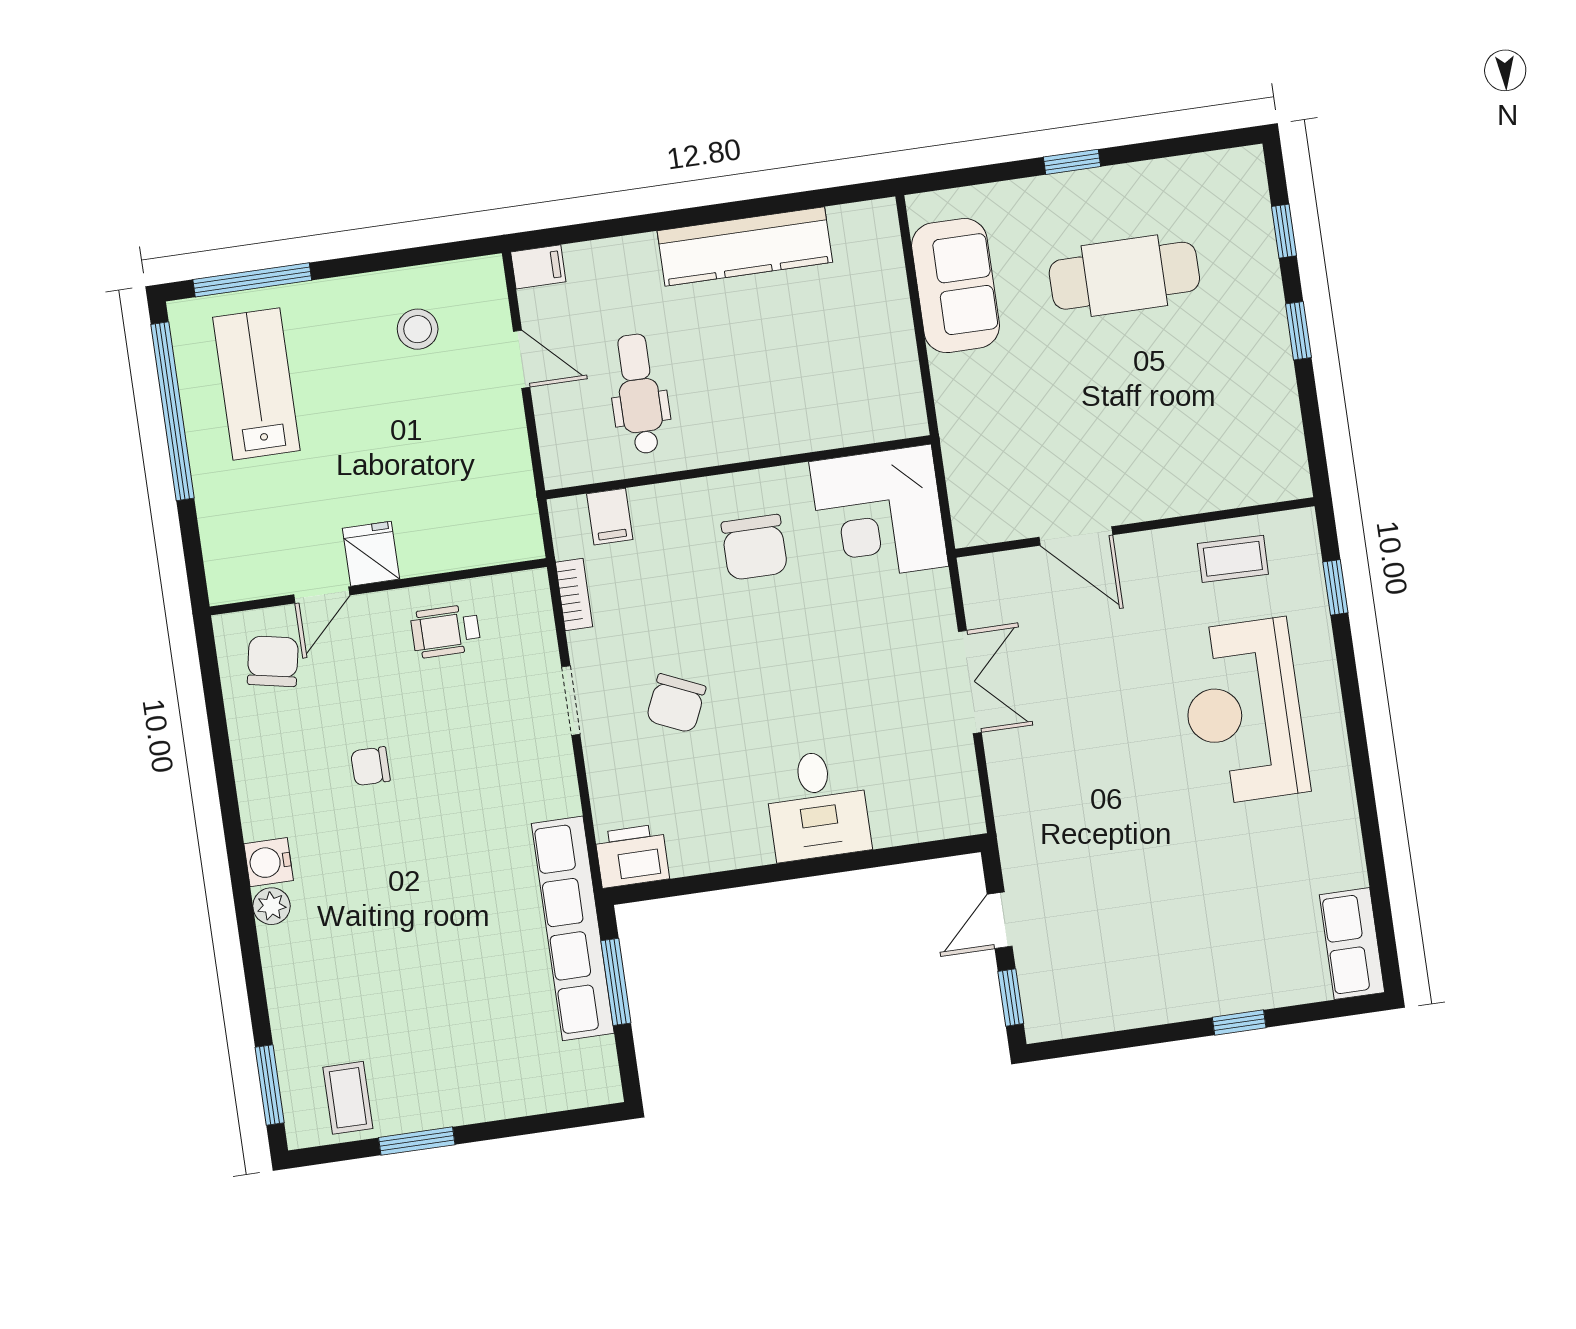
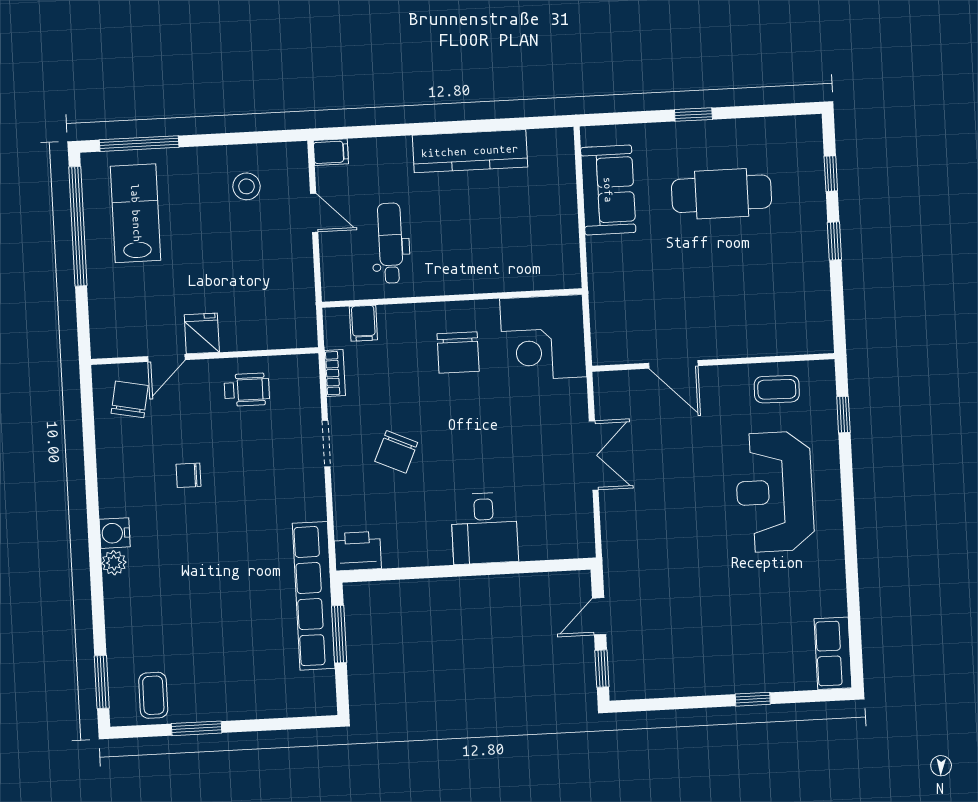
wheelchair: (446, 631) -> (247, 390), turned 180

